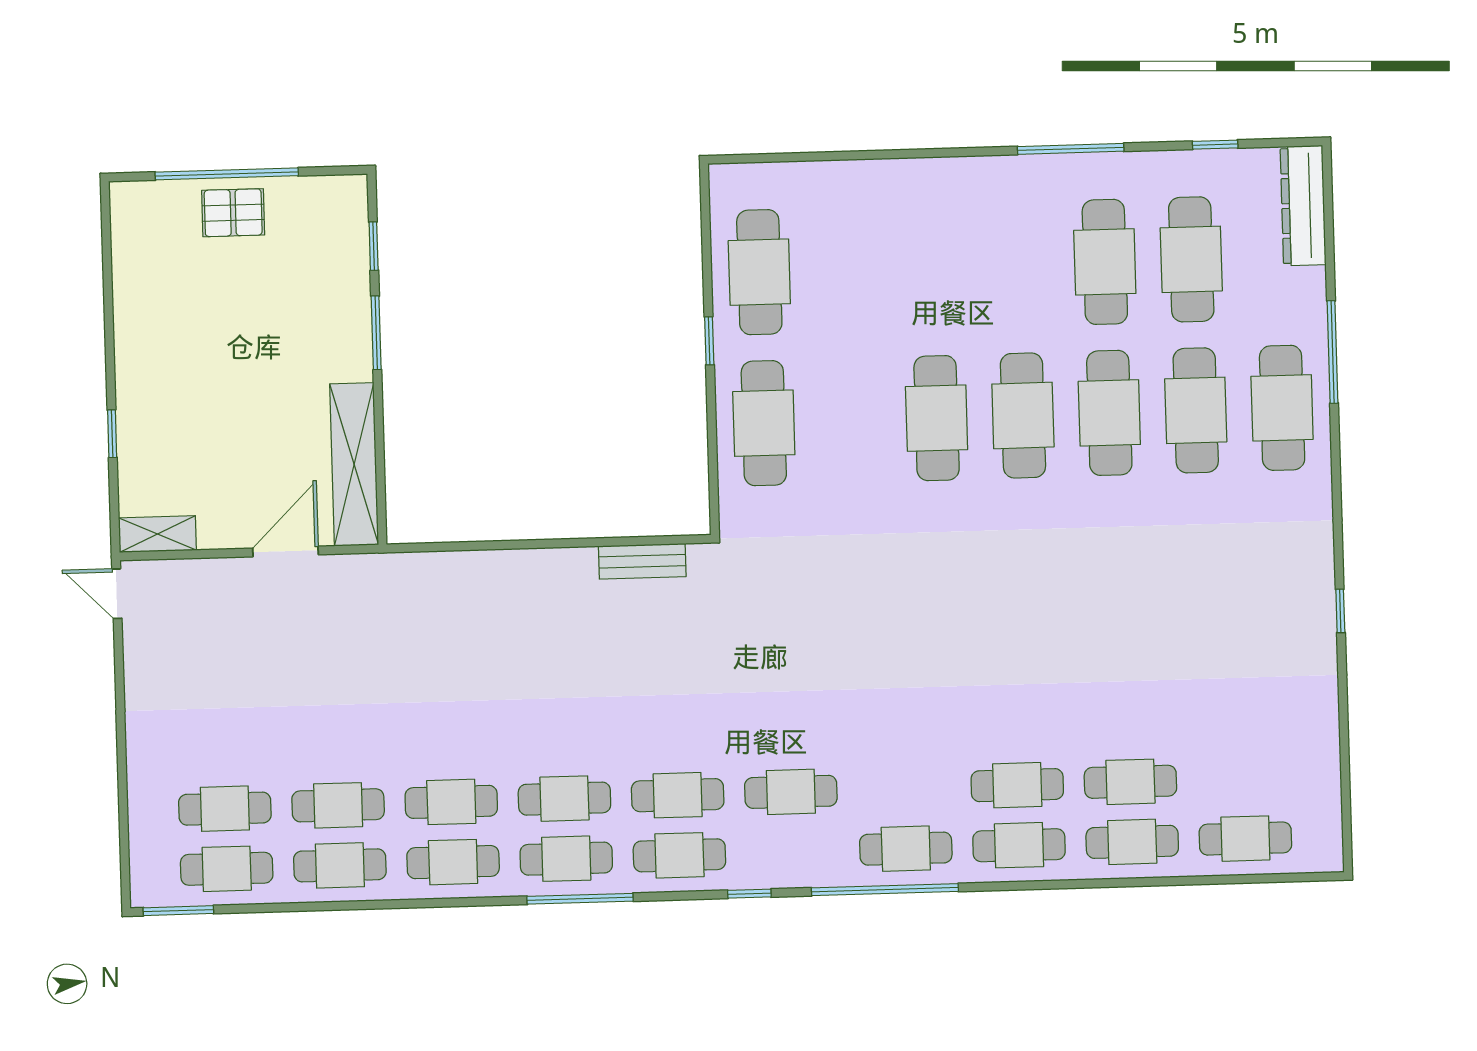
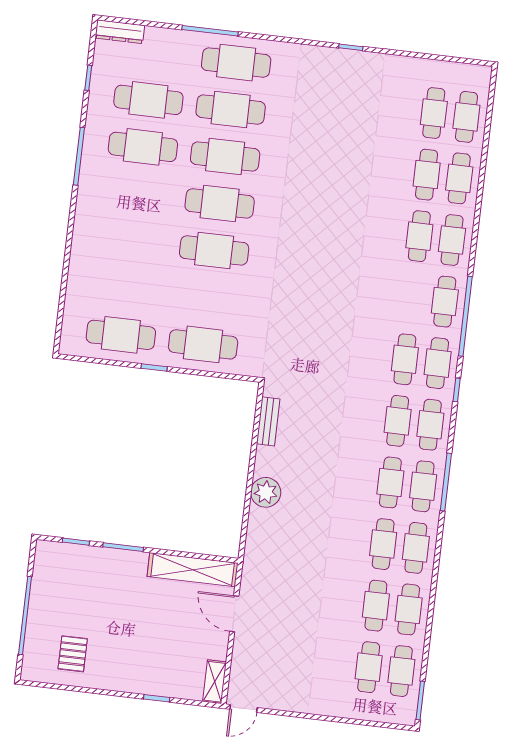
dresser: (1303, 206) -> (120, 32), width x0.73, depth x0.80
pallet: (233, 213) -> (73, 654), moved
plant: (513, 576) -> (266, 492), added
cafe table: (1244, 778) -> (434, 113), added
cafe table: (793, 852) -> (438, 363), added

